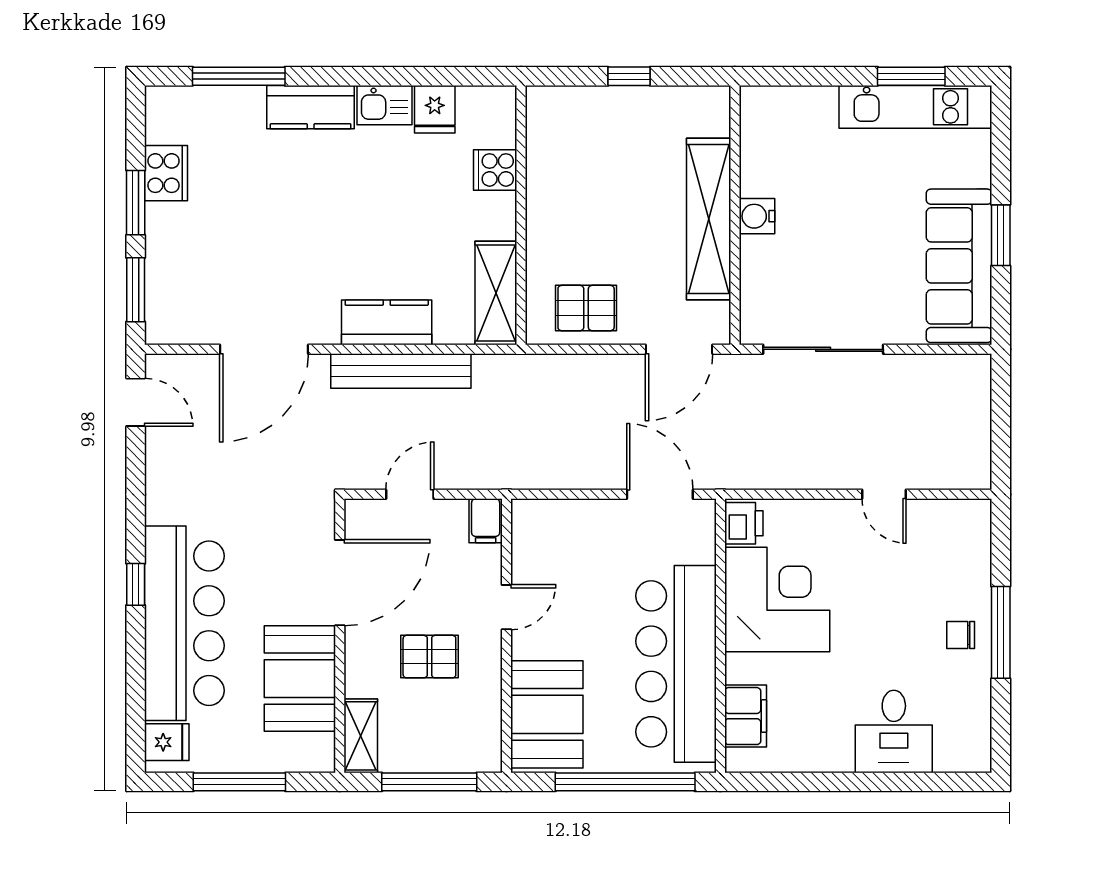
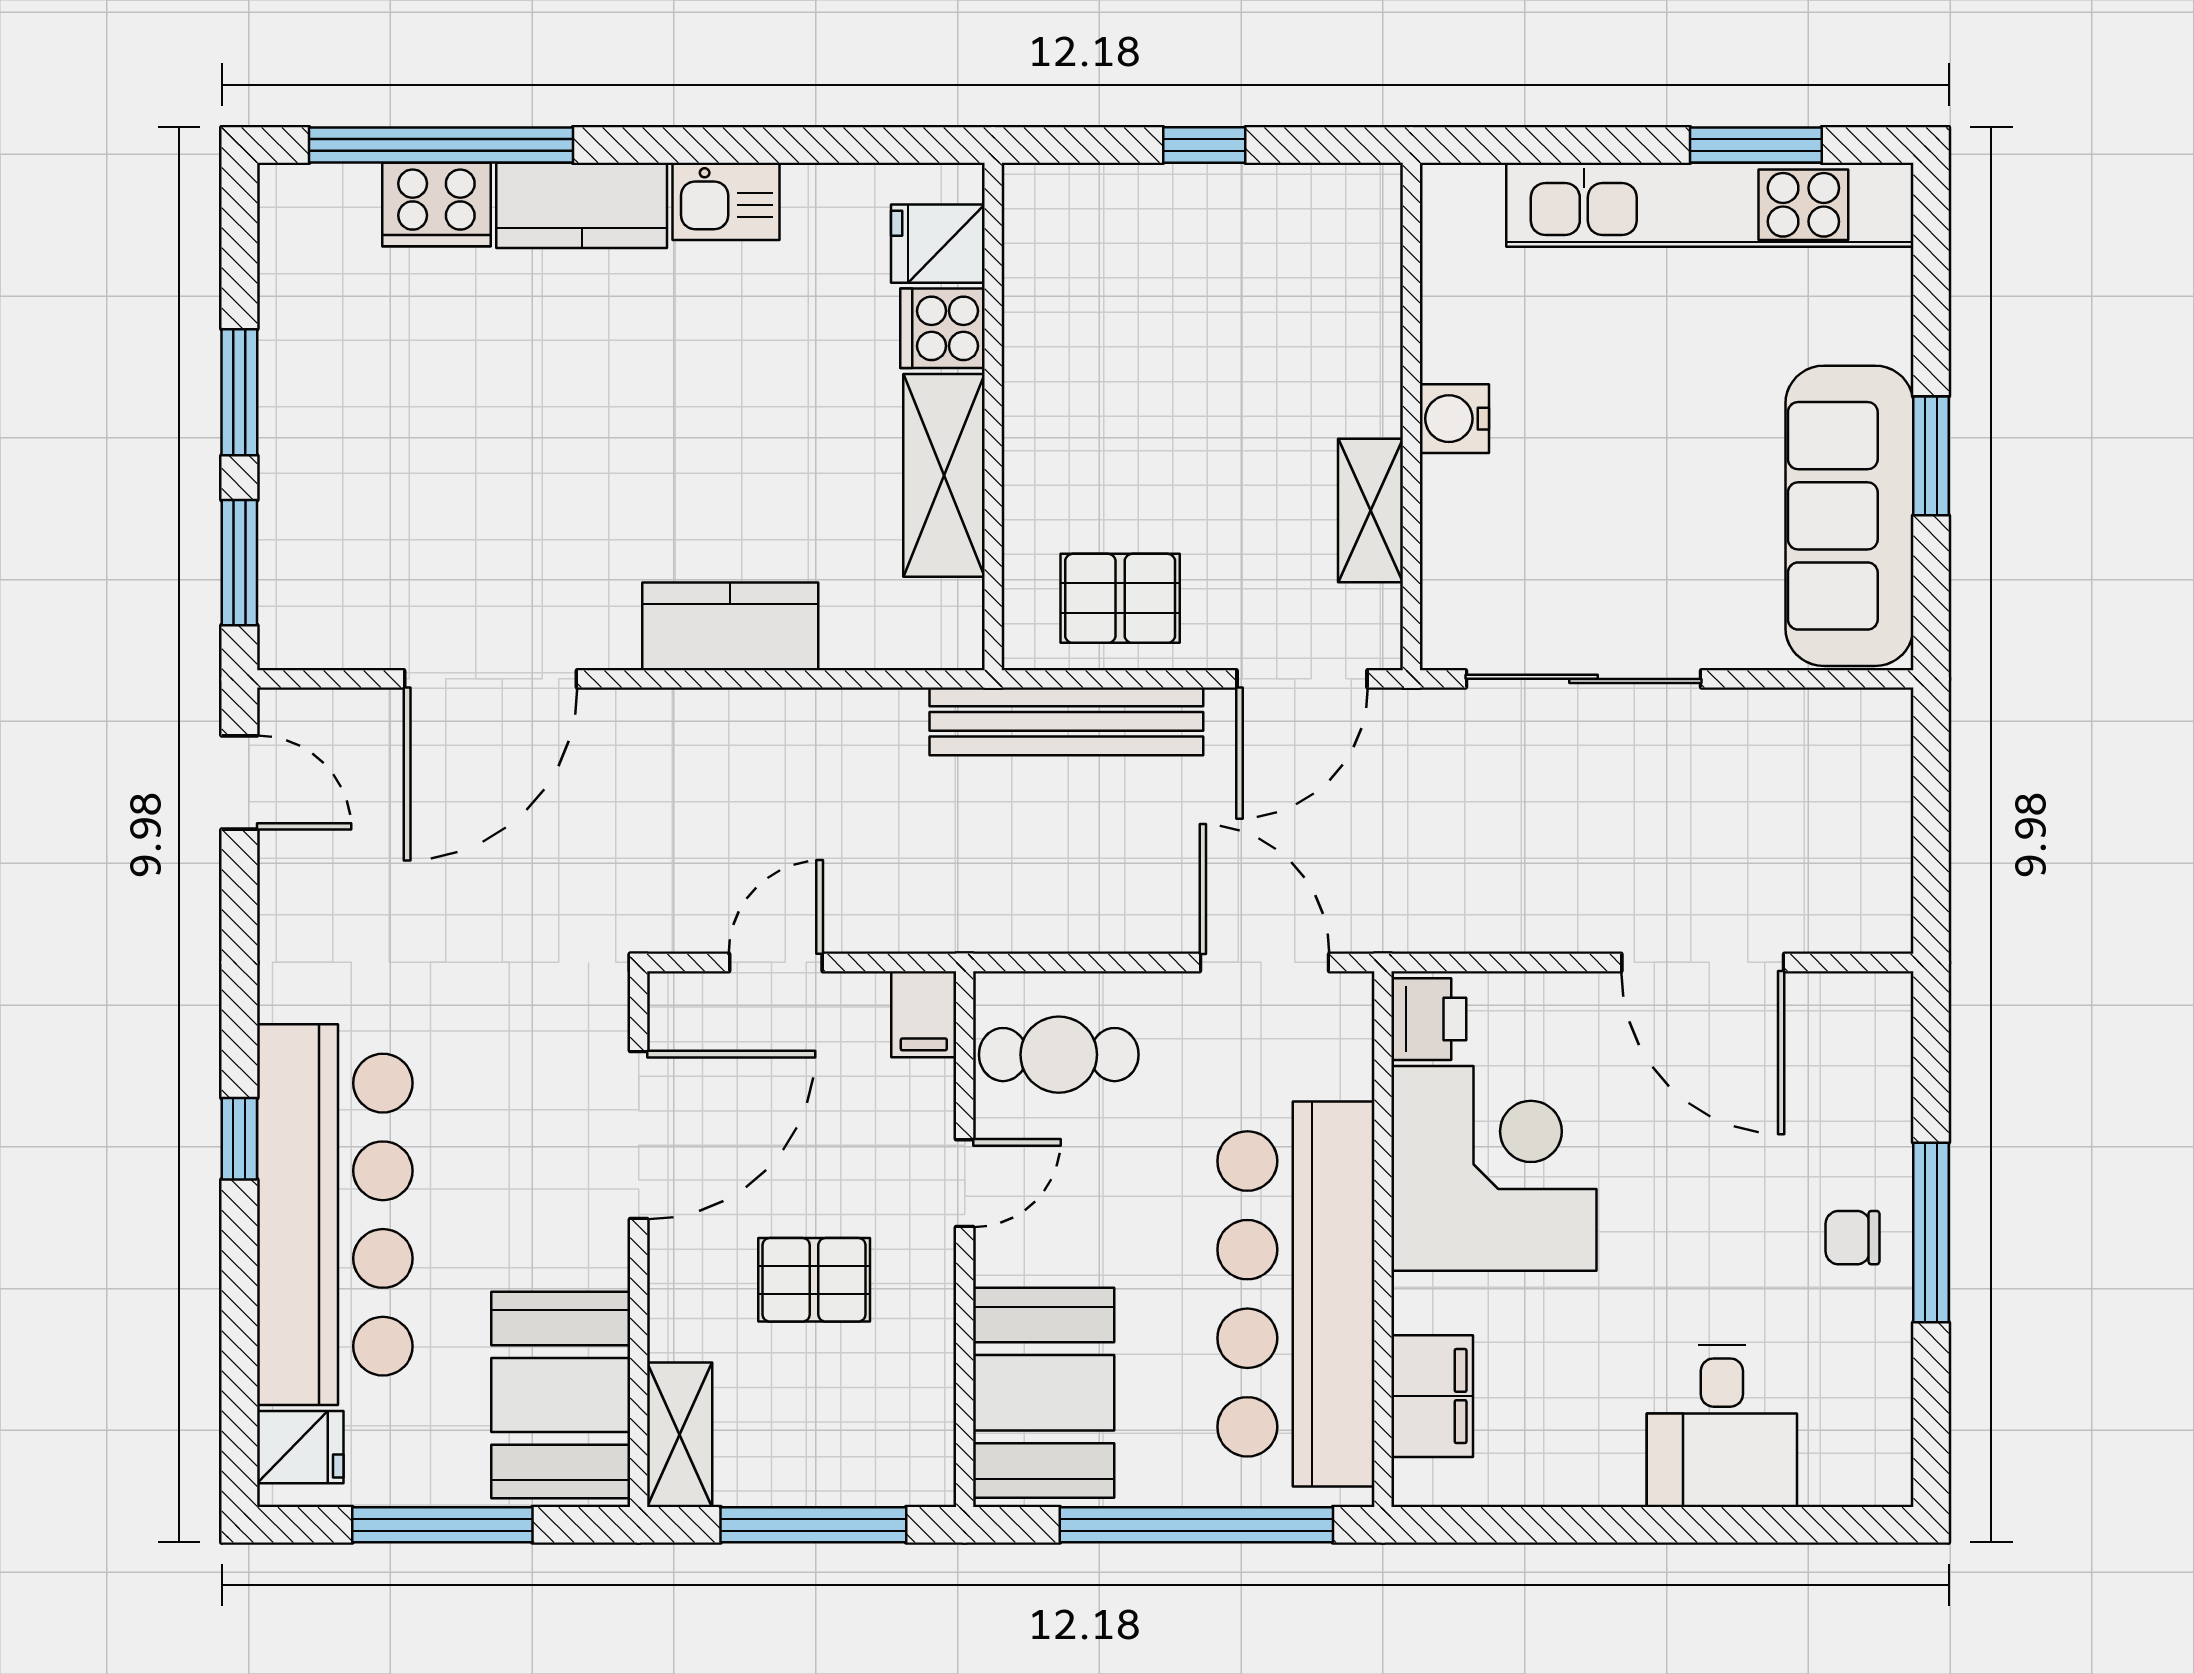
window: (239, 76) -> (441, 145), width x1.46
kitchen unit: (915, 107) -> (1710, 205), width x1.36
fridge: (435, 109) -> (938, 244), moved, turned 90
cooker: (166, 173) -> (436, 205), moved, turned 90
shelving: (709, 219) -> (1370, 510), width x0.45, depth x0.75
shelving: (496, 293) -> (944, 475), moved
bench: (401, 371) -> (1066, 721), moved
door: (884, 494) -> (1703, 962), width x1.87
cafe table: (555, 541) -> (1059, 1055), added
booth: (300, 679) -> (561, 1395), moved

